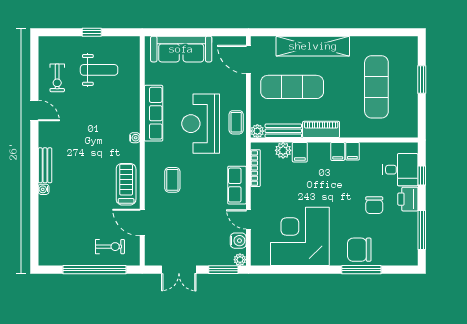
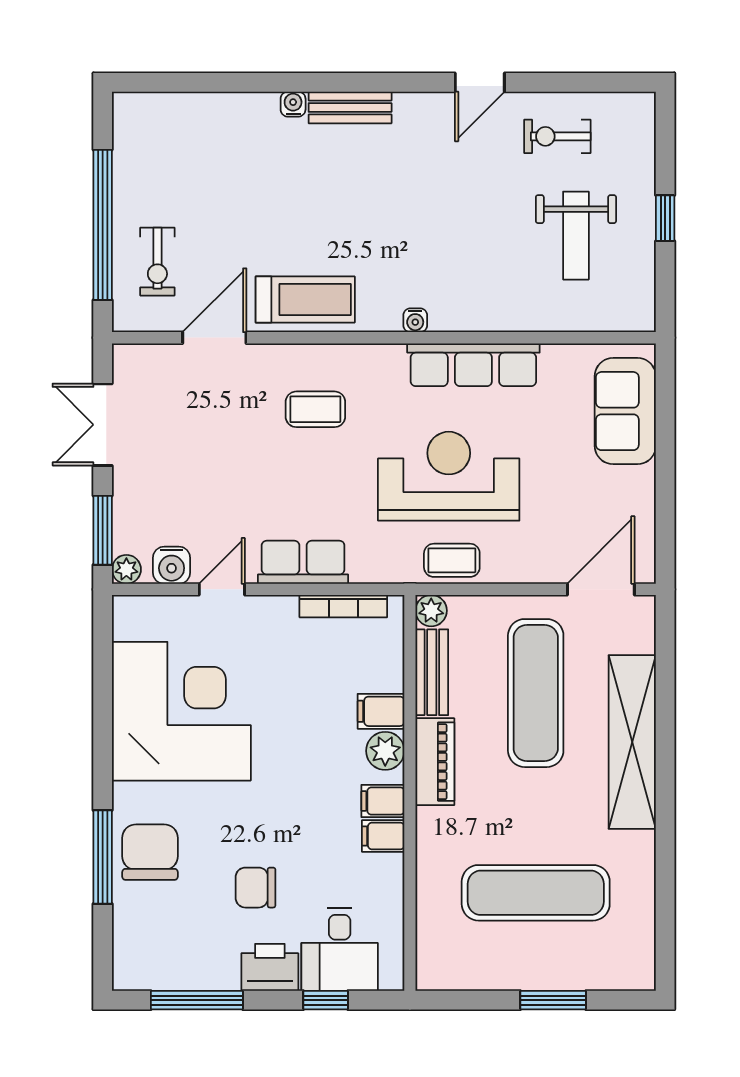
sofa: (181, 49) -> (625, 411), width x0.73
plant: (283, 150) -> (385, 751), moved

